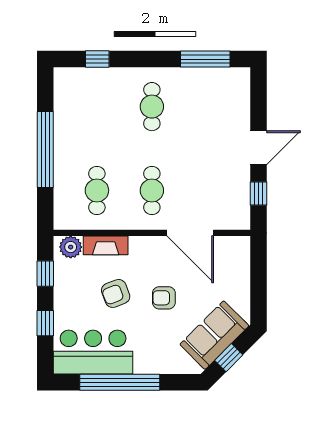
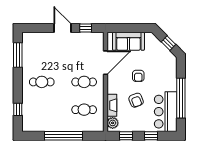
sofa: (214, 335) -> (128, 41), moved, turned -45

